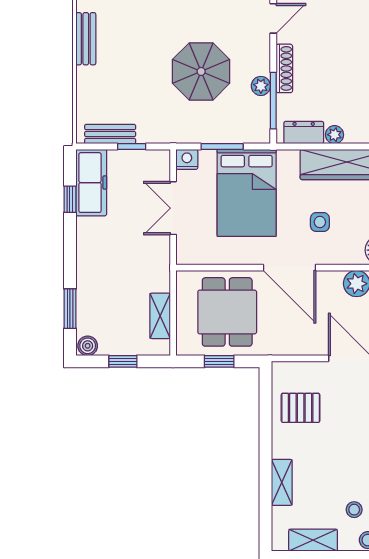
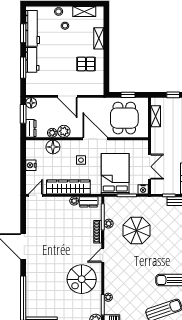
pallet: (301, 408) -> (86, 64), moved

